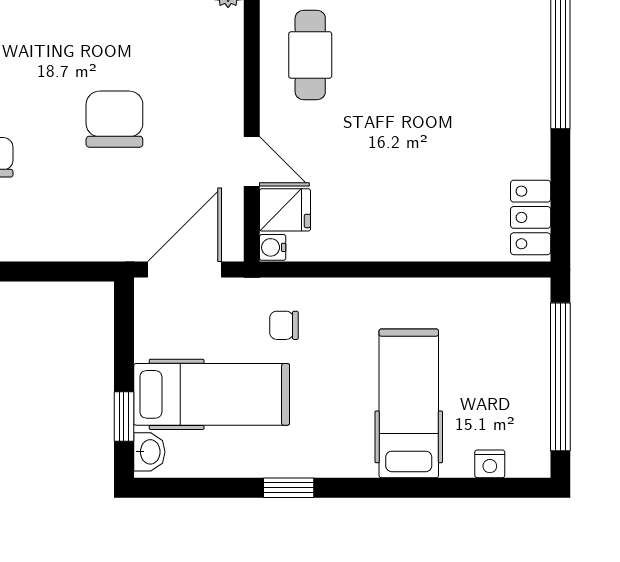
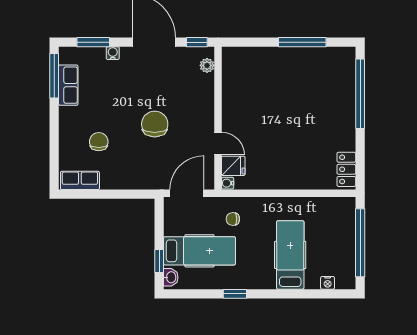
cafe table: (310, 55) -> (245, 95), removed

